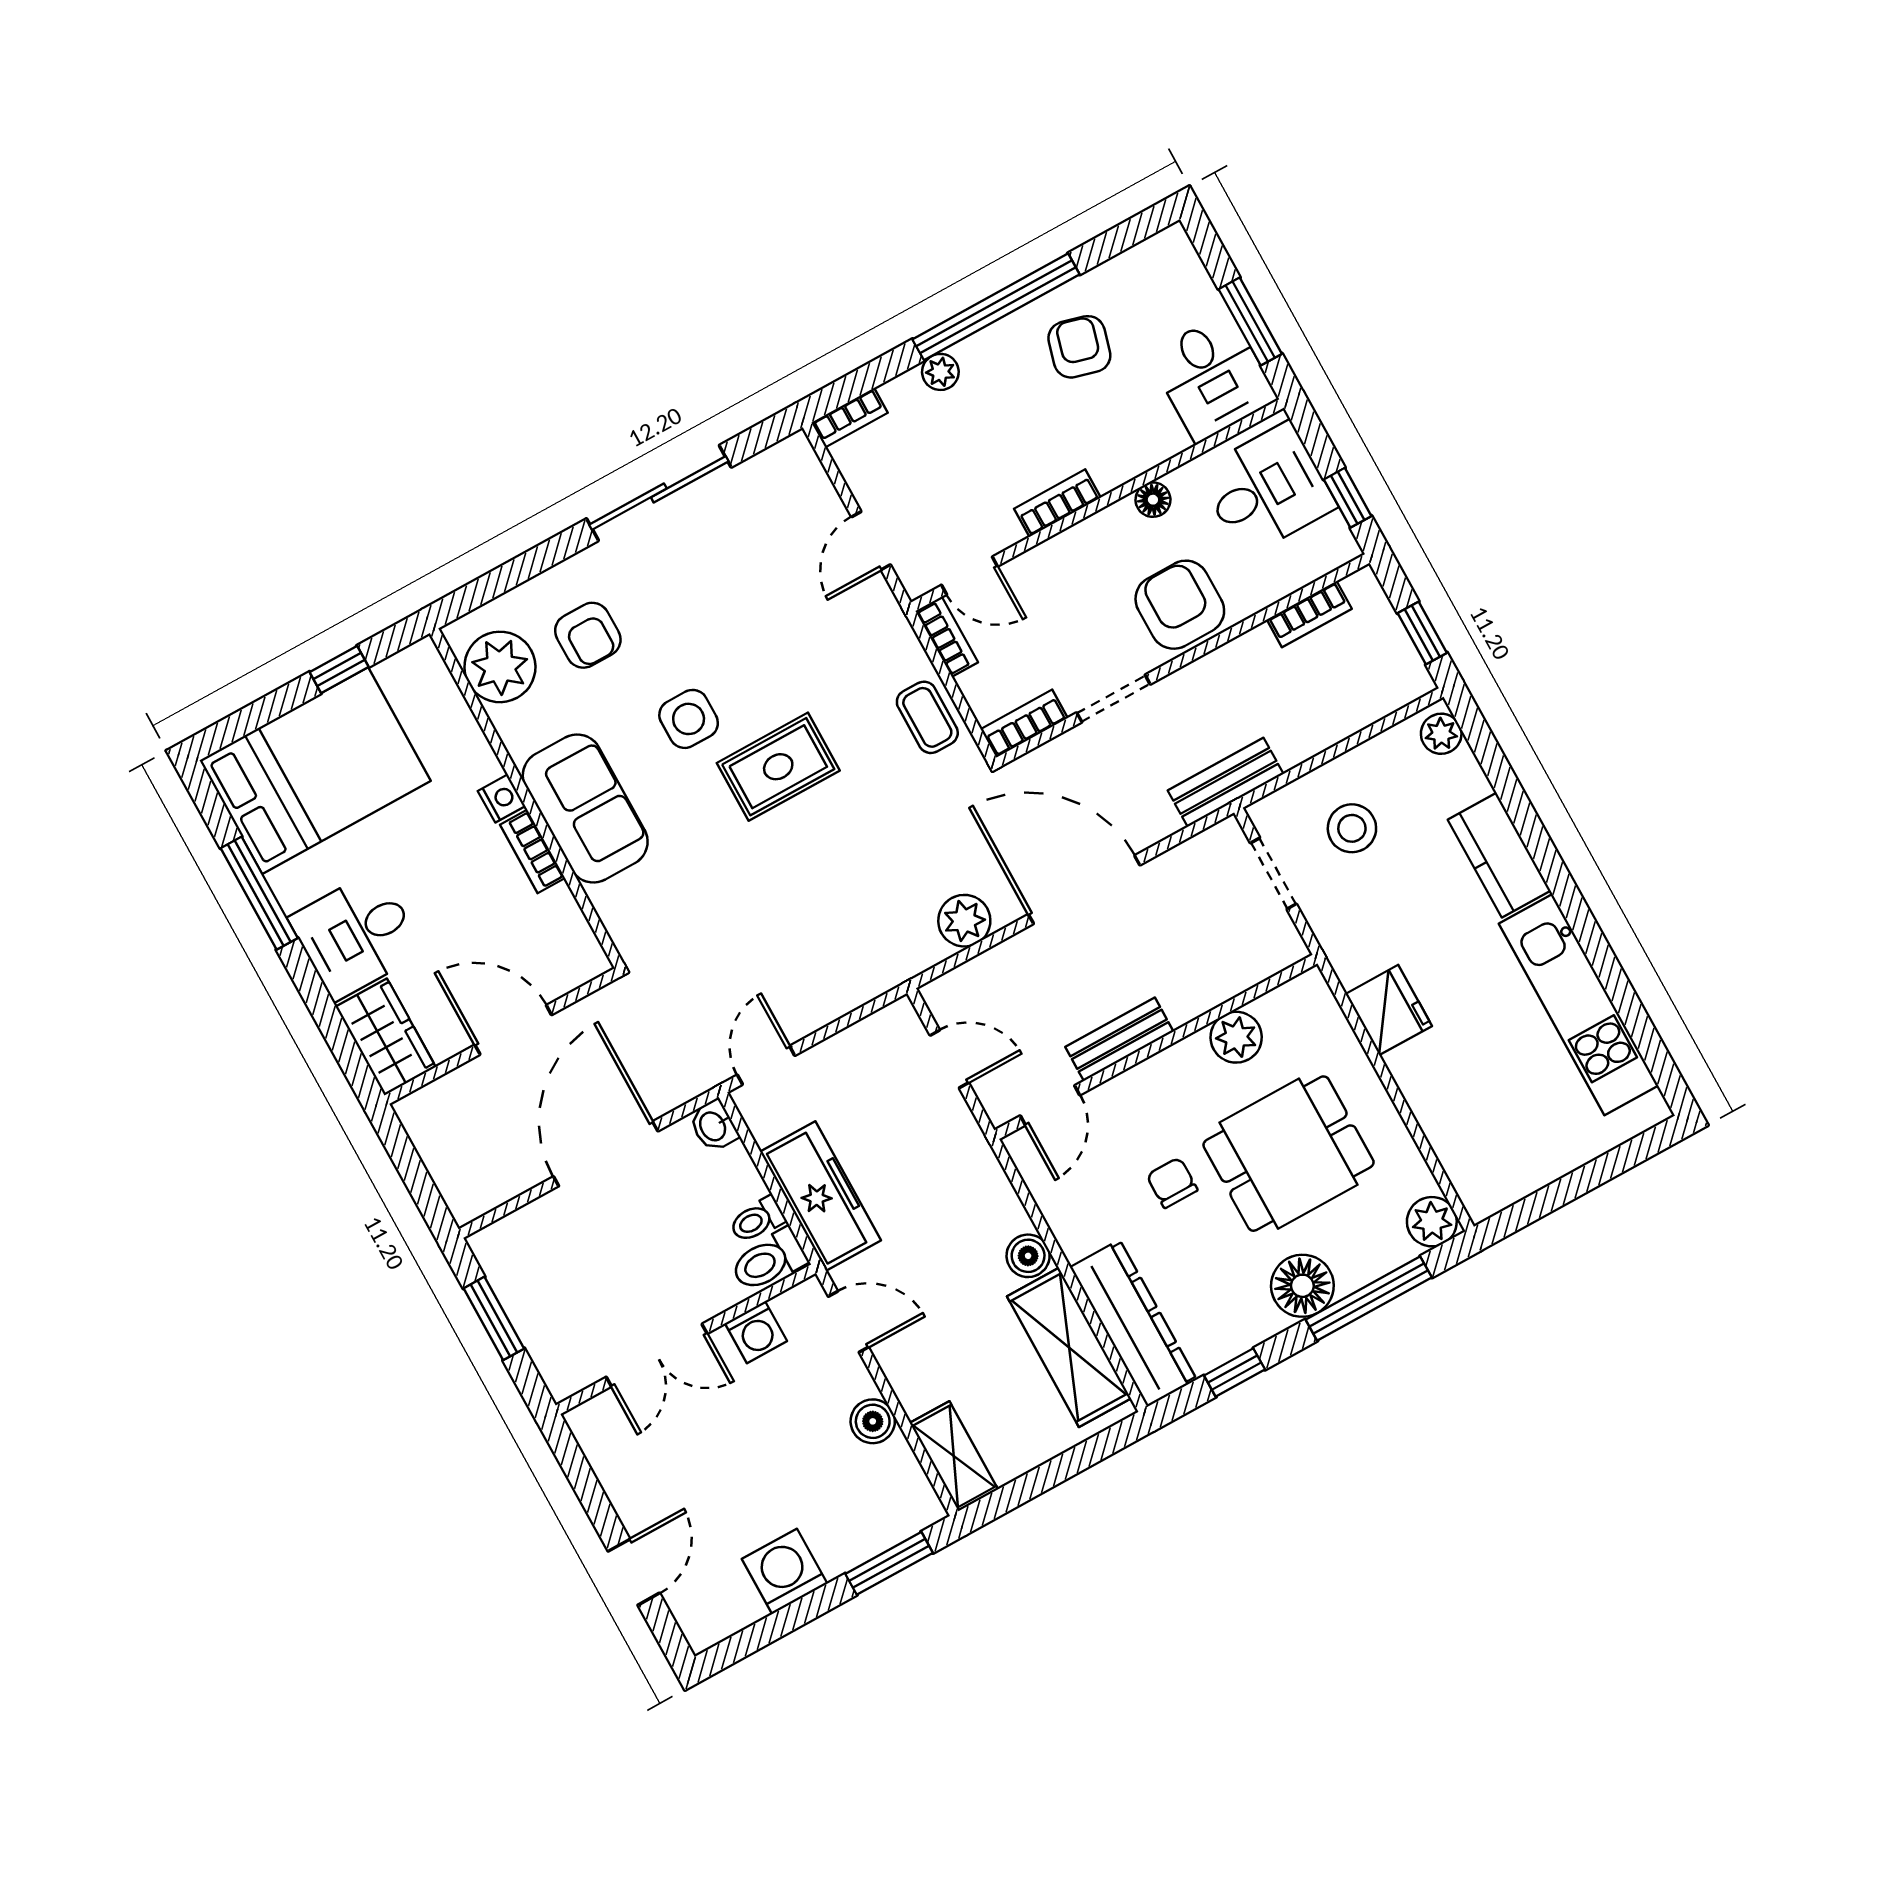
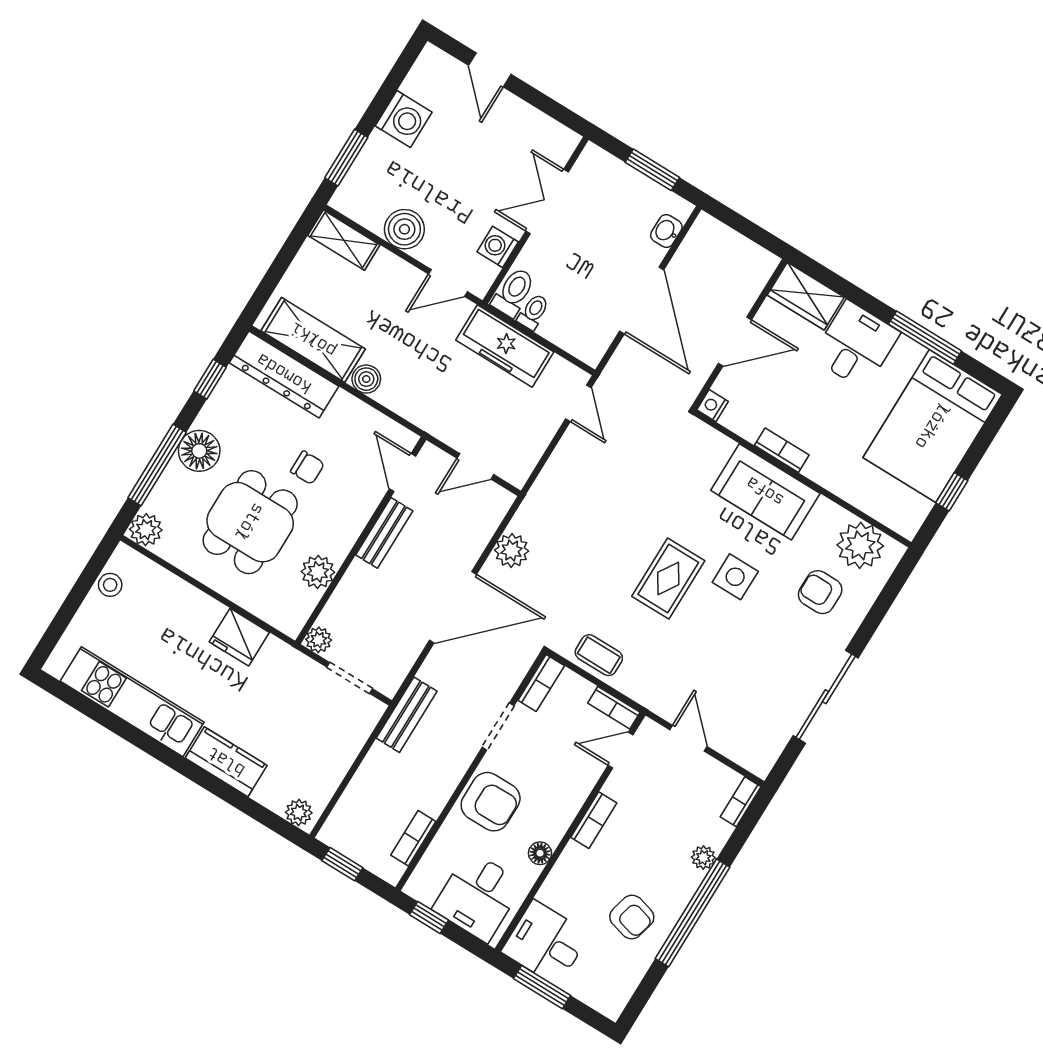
nightstand: (502, 798) -> (712, 406), moved, turned 90
stool: (1352, 828) -> (110, 585), moved, width x0.73, depth x0.73
plant: (1286, 947) -> (319, 640), added
washbasin: (714, 1126) -> (666, 231), moved, turned -90
boiler: (873, 1421) -> (404, 229), width x1.36, depth x1.36

